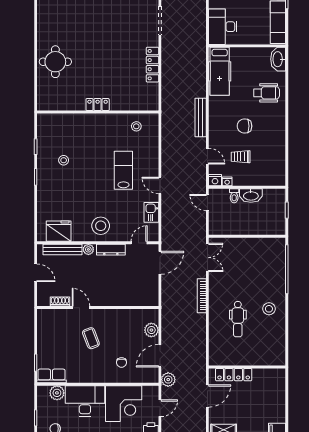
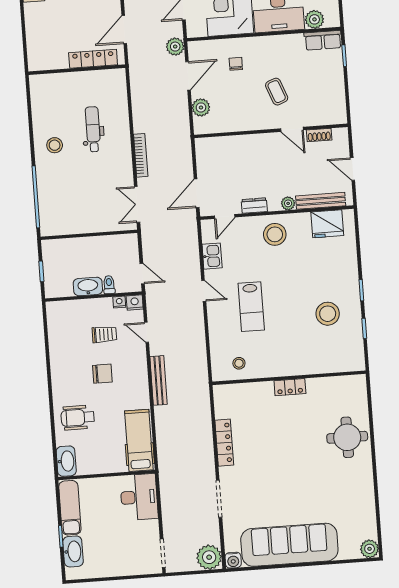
stool: (64, 160) -> (328, 314), width x1.89, depth x1.89
dresser: (111, 250) -> (254, 206), width x0.70

